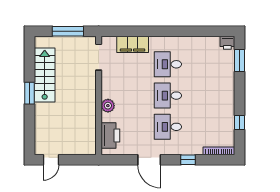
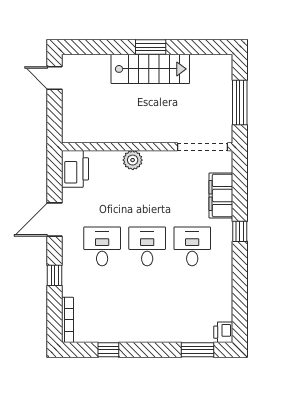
window: (157, 31) -> (240, 231), added
doorway: (99, 57) -> (202, 147), width x1.36
stairs: (45, 75) -> (150, 69), moved
printer: (110, 136) -> (75, 169), moved, turned -90

